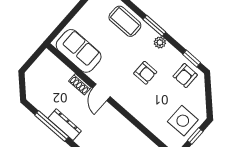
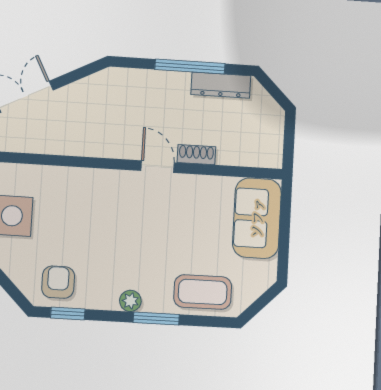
sofa: (79, 51) -> (257, 218), moved, turned 90
armchair: (145, 73) -> (118, 242), removed
dresser: (65, 125) -> (221, 85), moved

